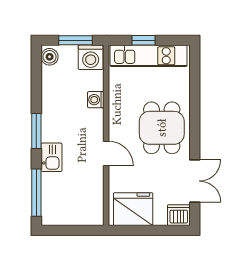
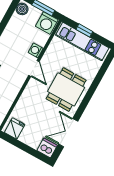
door: (106, 153) -> (34, 68), moved
double door: (195, 181) -> (68, 133), swing flipped
fridge: (133, 209) -> (15, 128), width x0.53, depth x0.75

